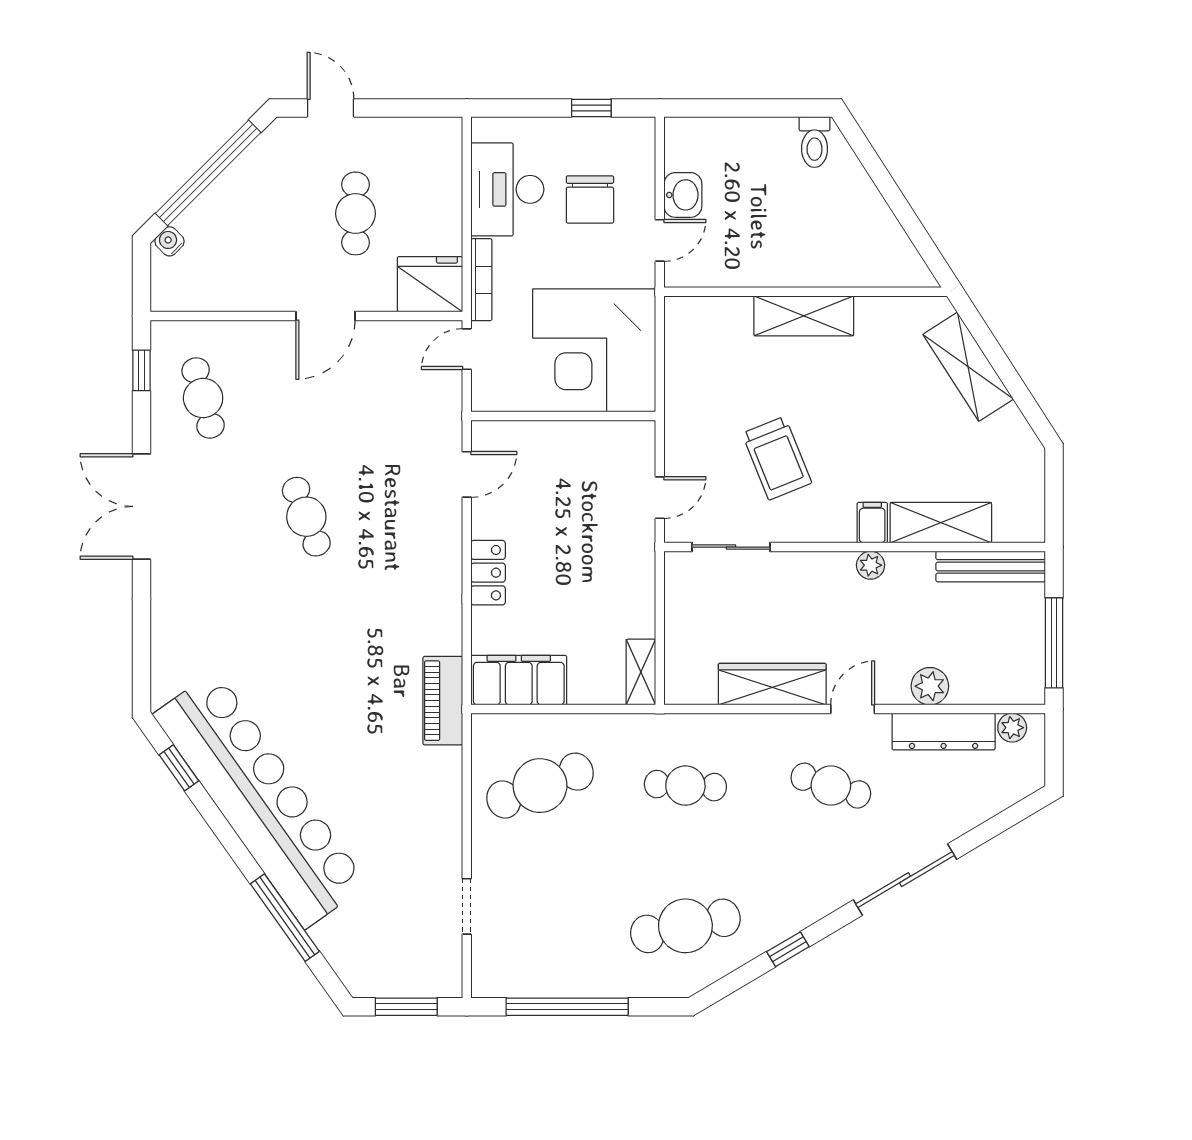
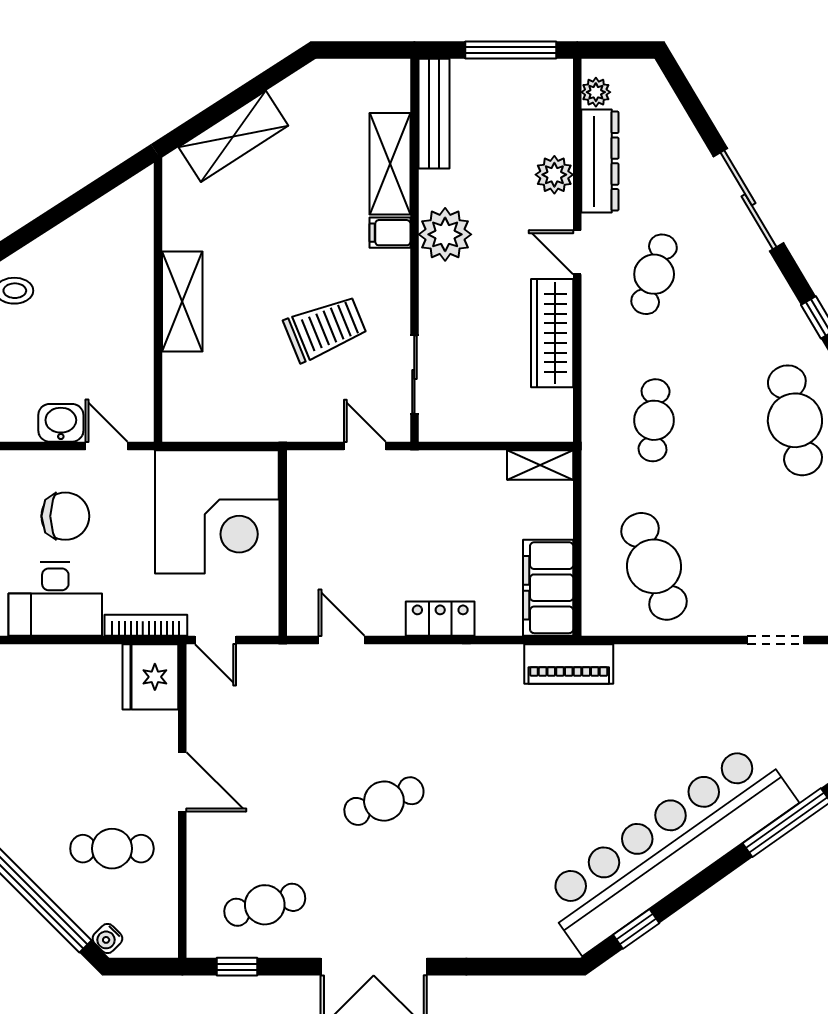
cafe table: (356, 213) -> (112, 849), moved
plant: (871, 565) -> (445, 234), width x1.88, depth x1.88

